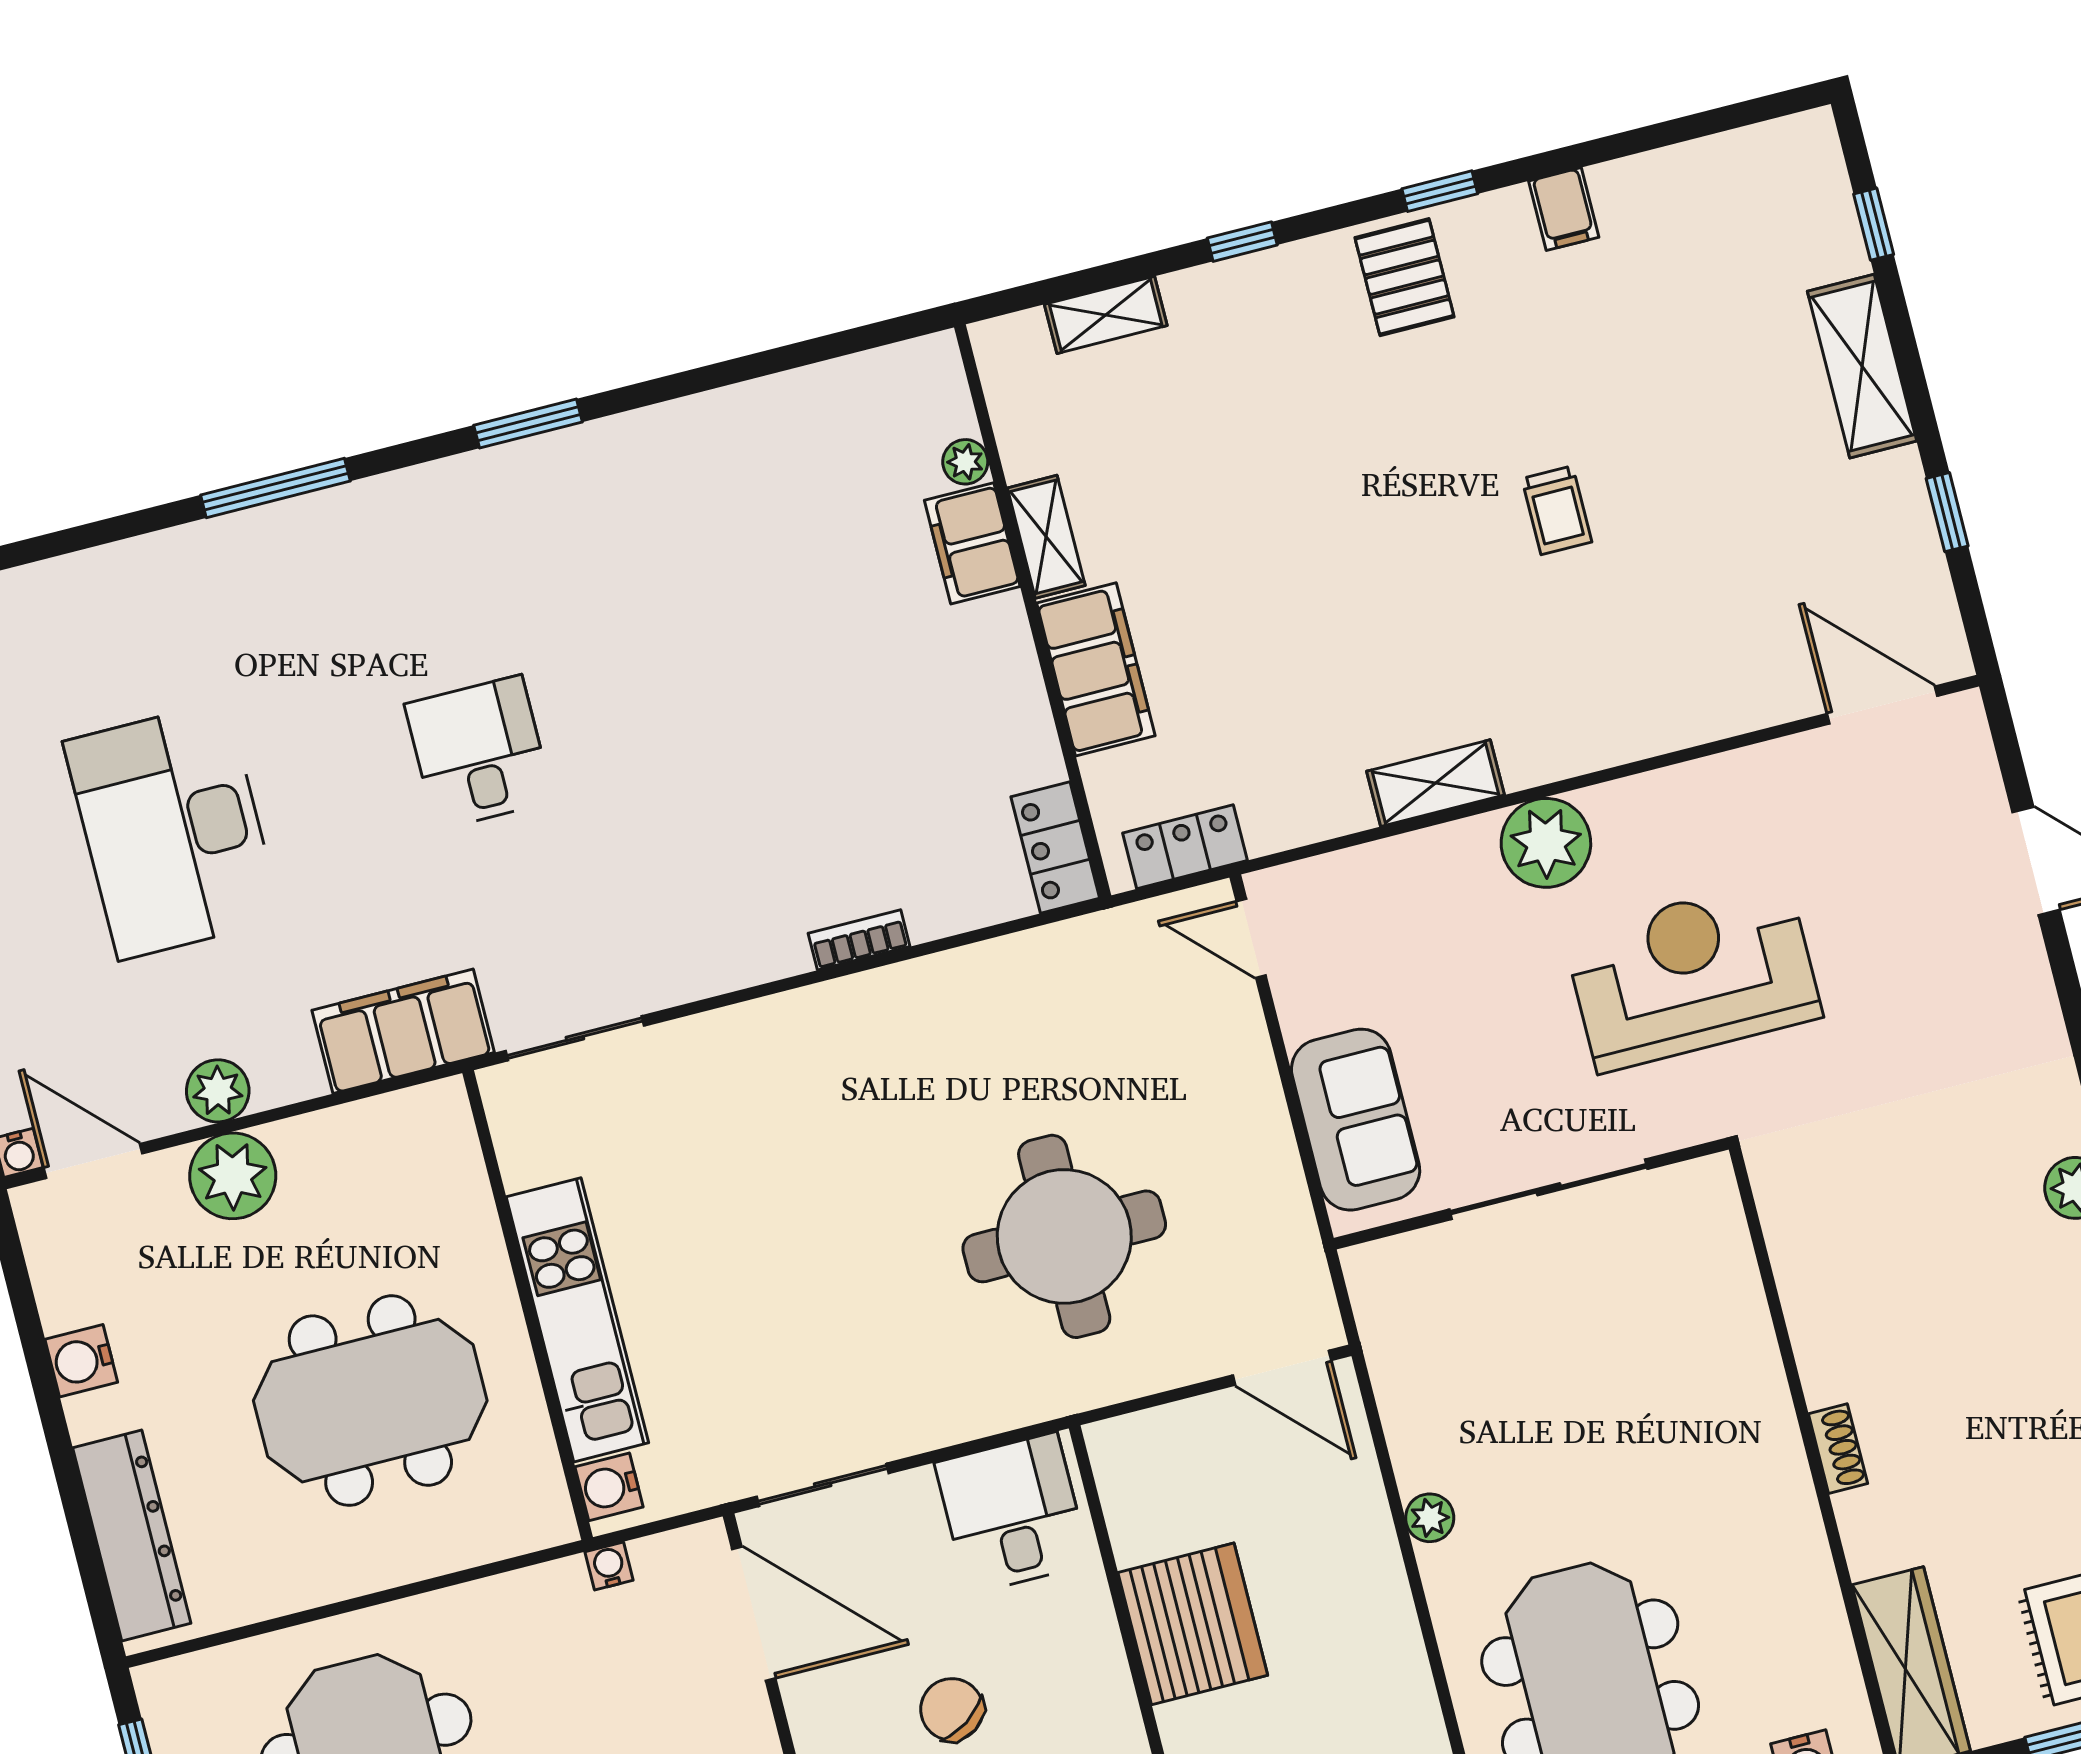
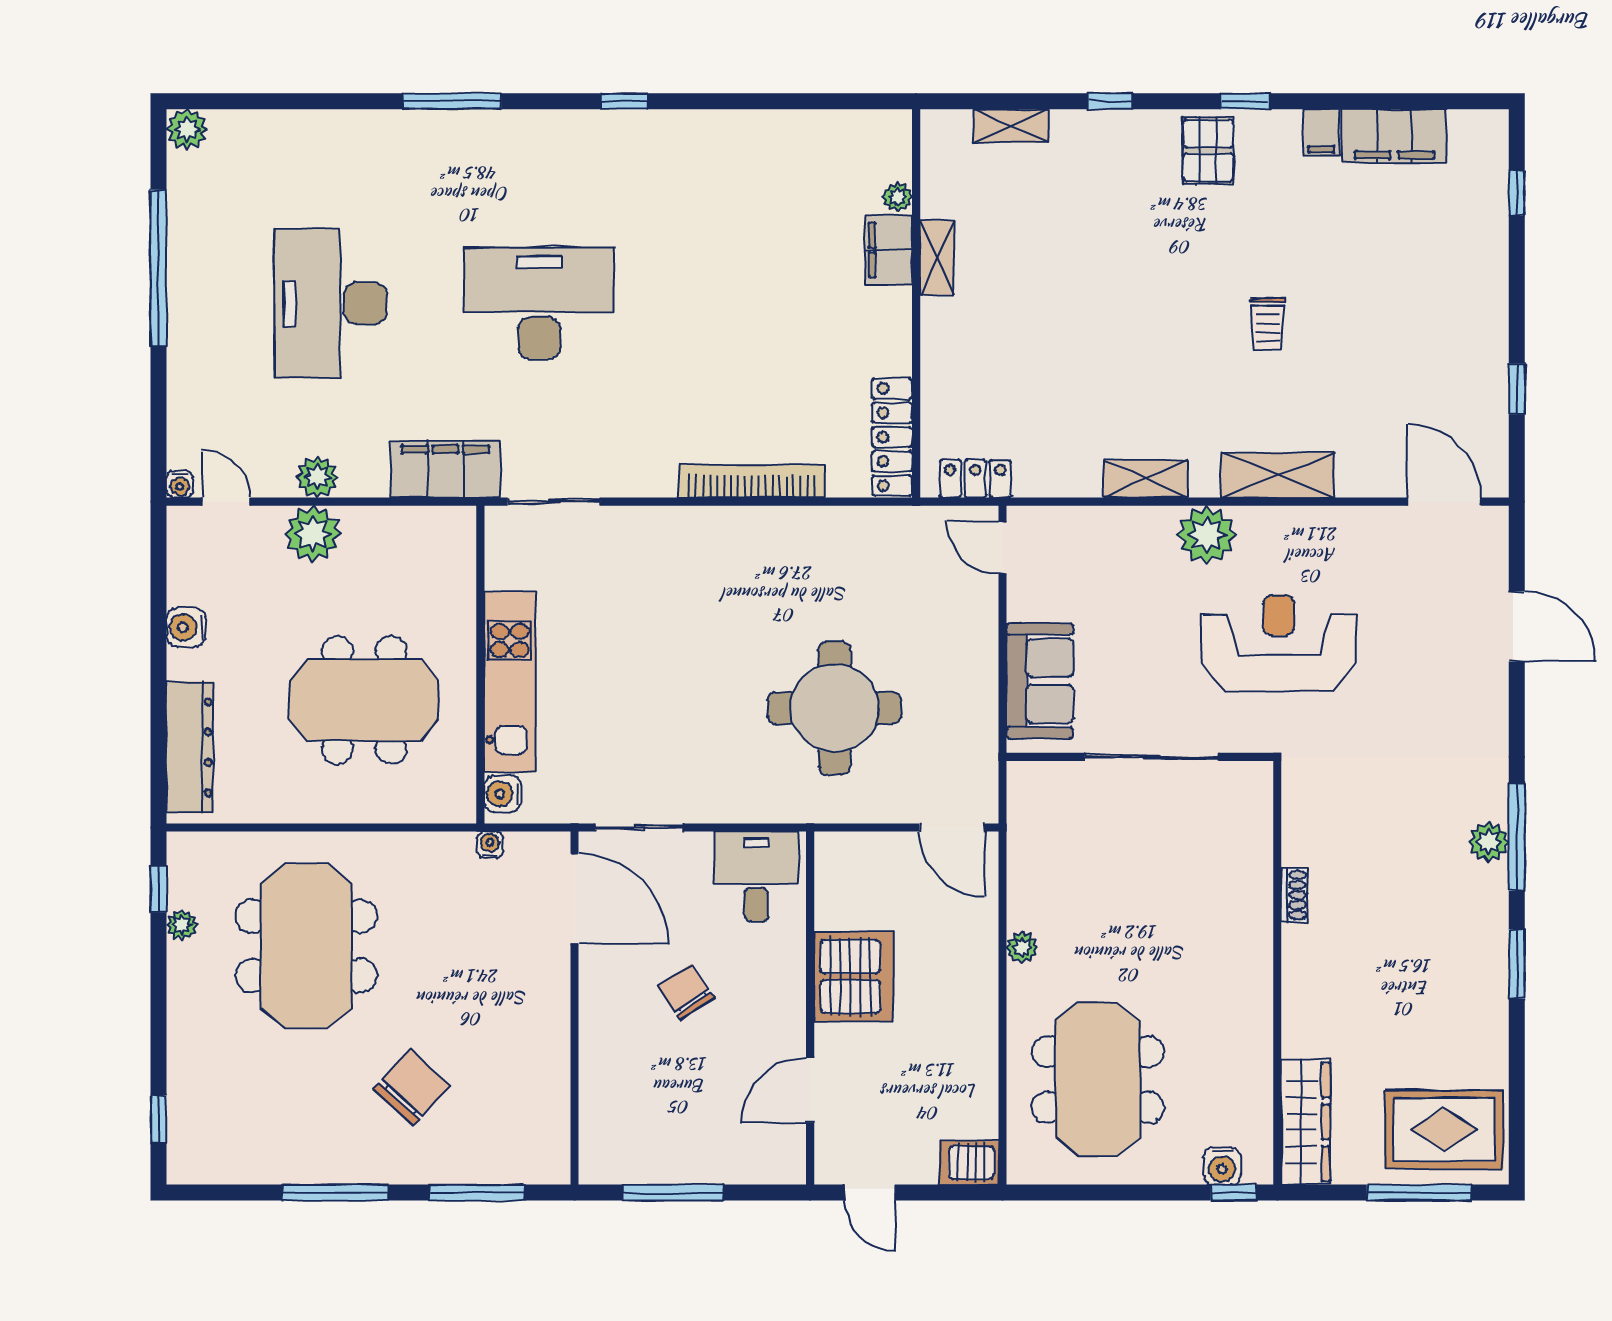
shelving: (1862, 366) -> (1278, 475), moved, turned 90
window: (528, 424) -> (624, 101), width x0.67
filing cabinet: (1096, 669) -> (1394, 136), moved, turned 90
desk: (479, 752) -> (539, 303), width x1.87, depth x1.30
locker: (1055, 847) -> (892, 437), width x1.53
bookcase: (859, 940) -> (752, 481), width x2.31, depth x1.31
door: (93, 1161) -> (226, 502), width x0.73
shoe rack: (1838, 1449) -> (1294, 895), moved

